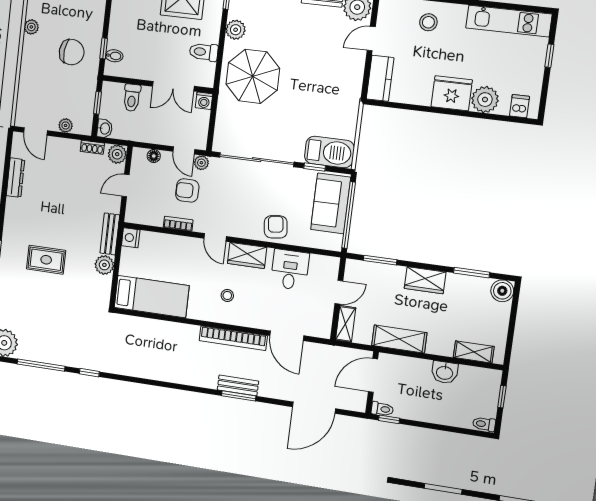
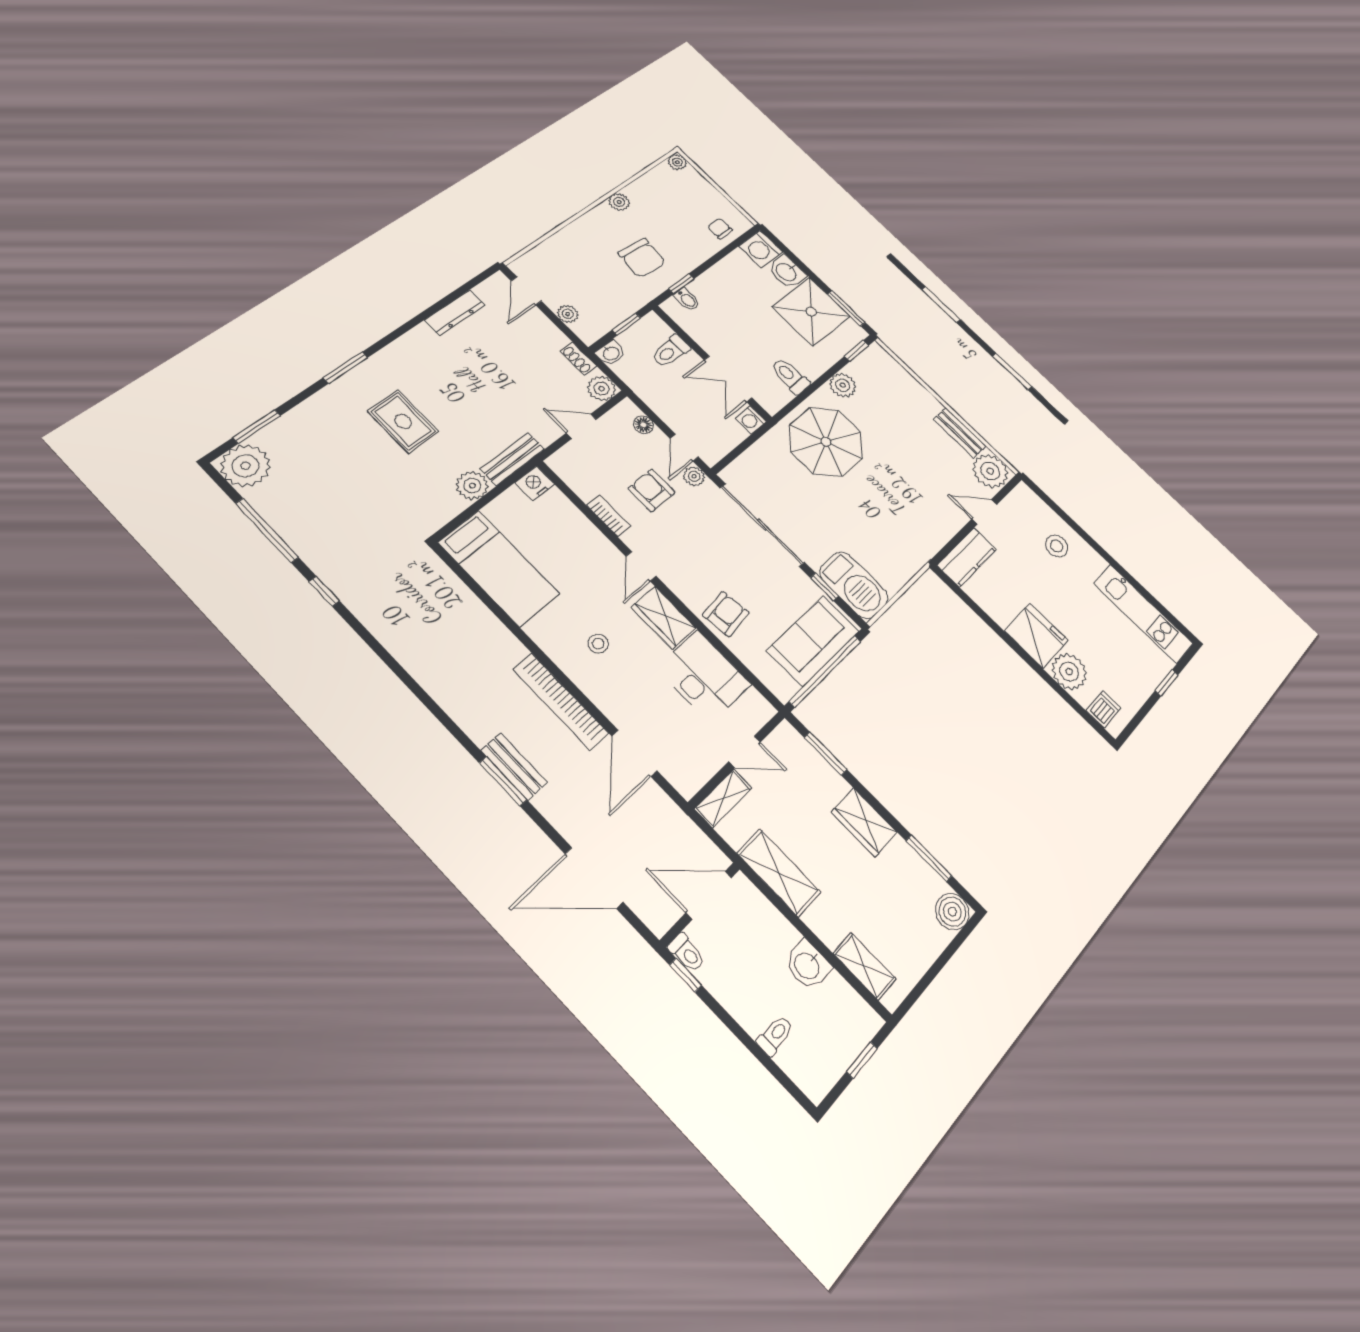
desk: (290, 270) -> (704, 676), width x1.37
toilet: (484, 424) -> (775, 1035), moved, turned 90

